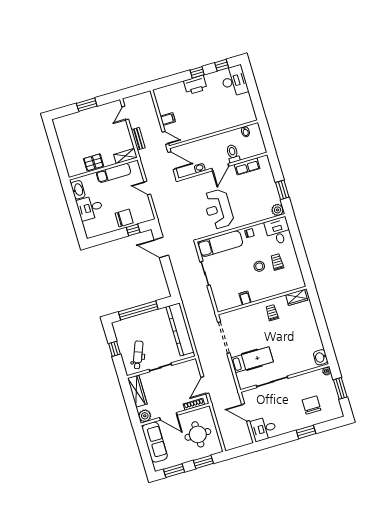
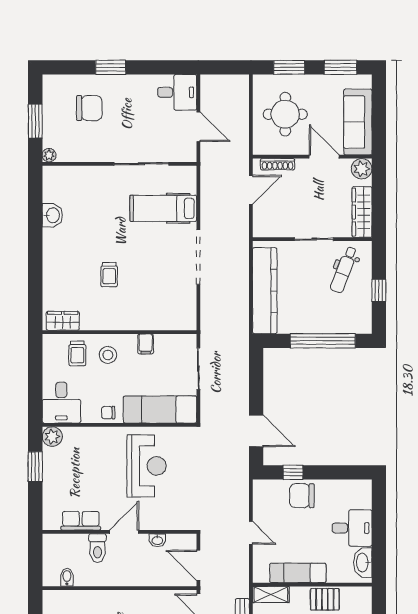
wardrobe: (297, 297) -> (63, 321), moved
filing cabinet: (245, 298) -> (146, 344), moved
wall: (262, 300) -> (119, 332), moved
washbasin: (321, 357) -> (52, 215), moved
chair: (311, 405) -> (89, 108), turned -90

